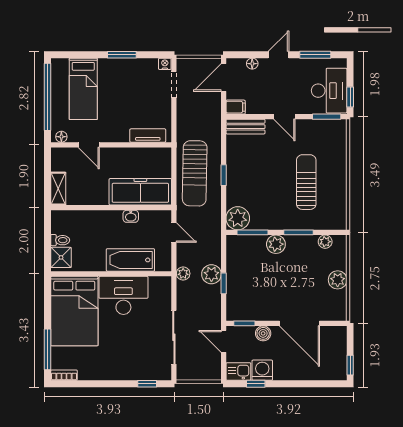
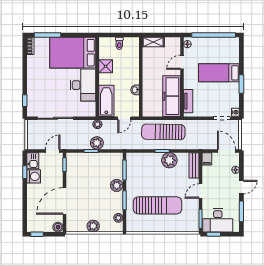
door: (278, 55) -> (241, 187), hinge flipped
bed: (83, 89) -> (219, 73), moved
sun lounger: (306, 182) -> (158, 205), width x1.36, depth x1.34
freezer: (140, 192) -> (172, 96), moved, turned 180
plant: (238, 218) -> (169, 160), moved
shower: (61, 257) -> (106, 66), moved
bathtub: (130, 260) -> (106, 101), moved
boiler: (263, 333) -> (58, 227), moved

